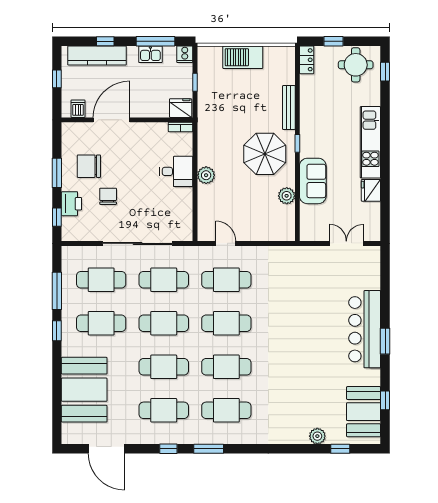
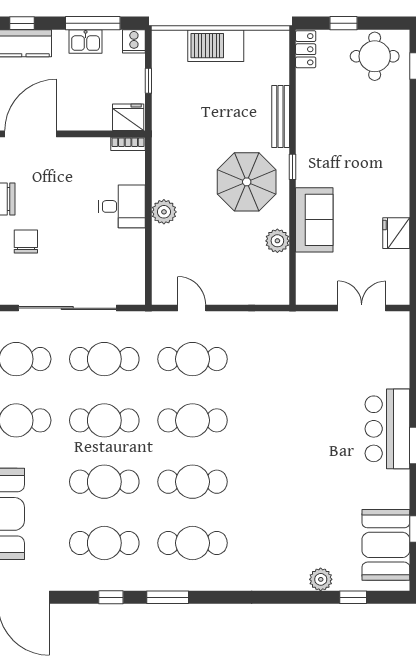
kitchen unit: (370, 142) -> (395, 165), removed
bar counter: (365, 329) -> (387, 429), width x0.73

